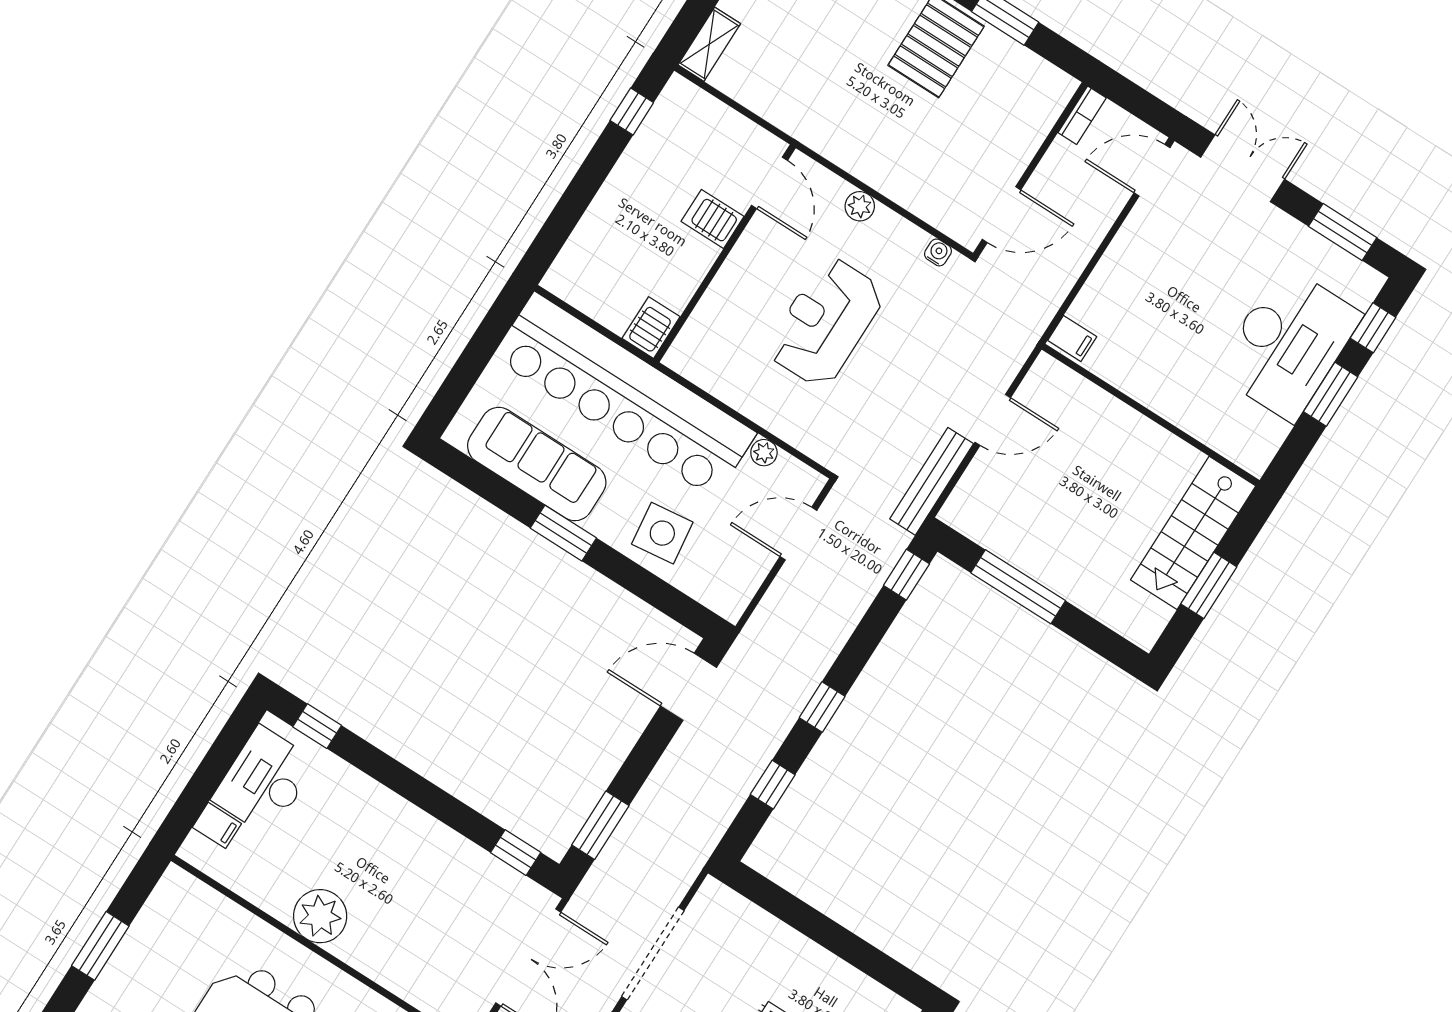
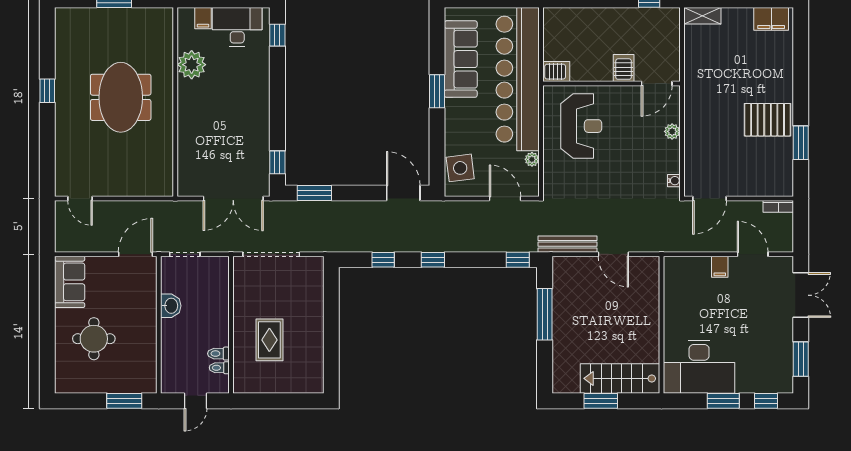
door: (1152, 170) -> (753, 254), moved
door: (1002, 215) -> (709, 199), hinge flipped
reception desk: (826, 322) -> (581, 126), moved, turned 90
filing cabinet: (1072, 338) -> (720, 267), moved
desk: (1288, 343) -> (699, 367), moved
side table: (662, 533) -> (460, 168), moved
plant: (320, 916) -> (192, 65), moved

